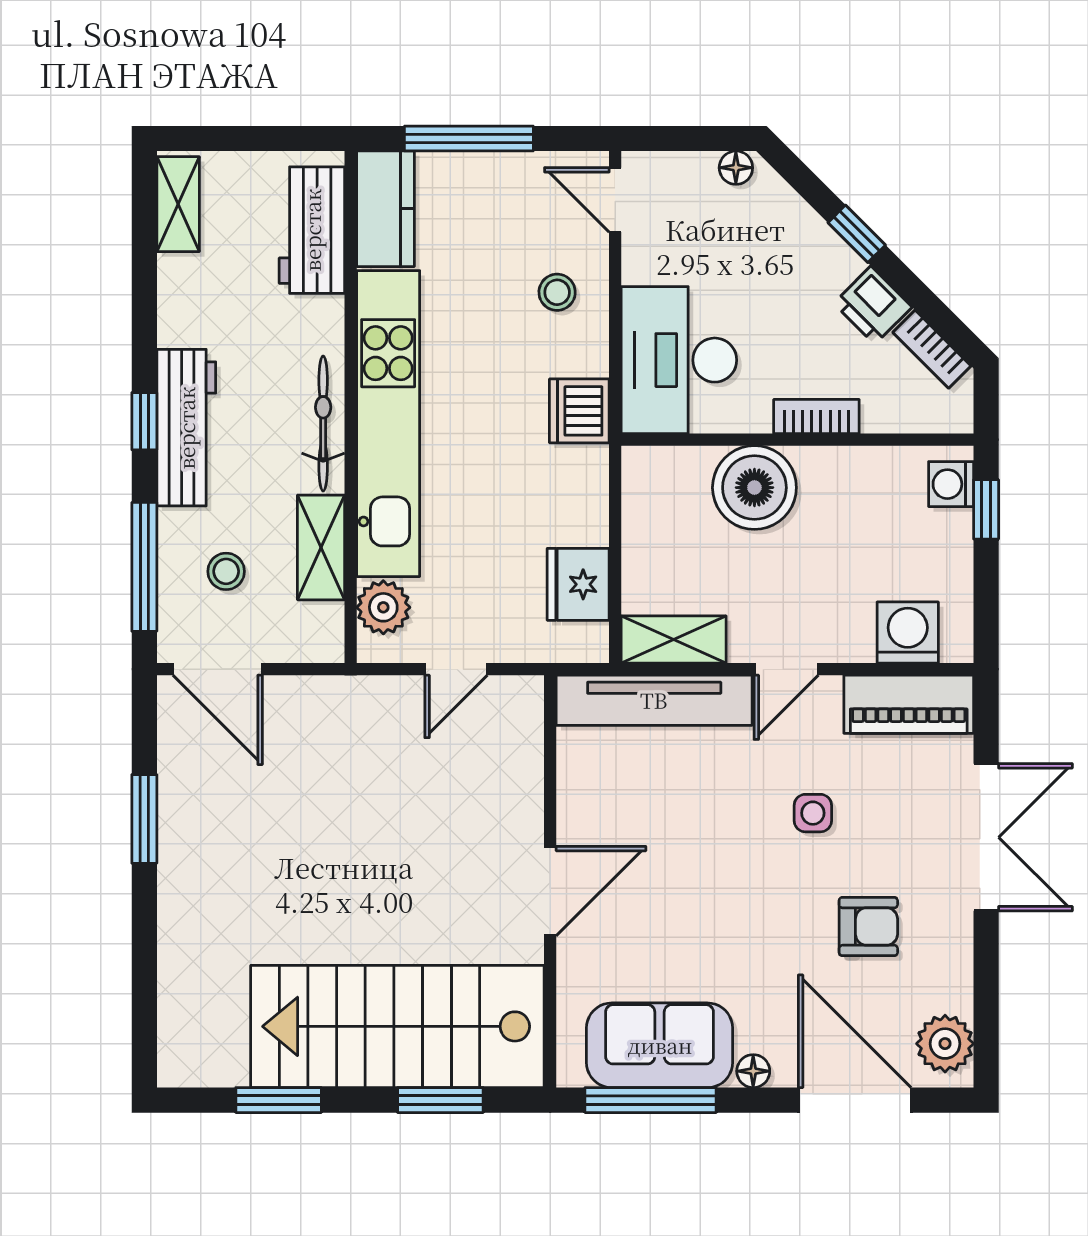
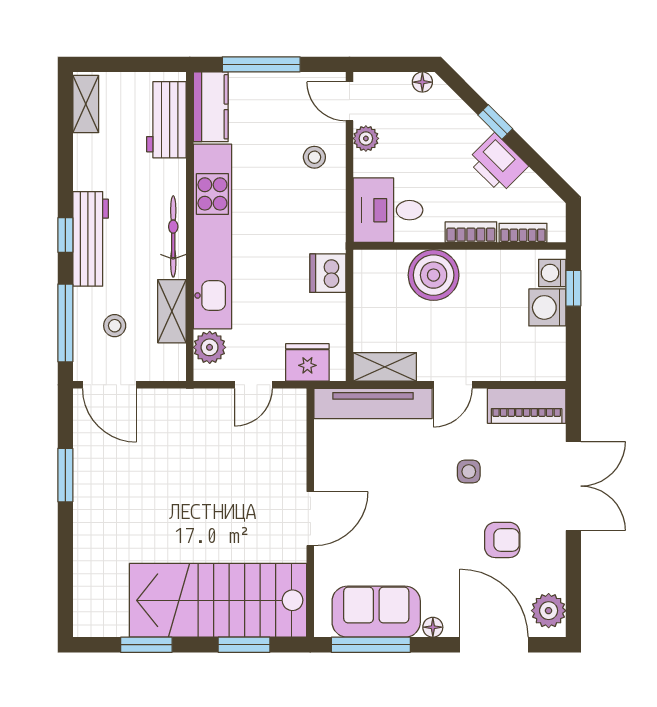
plant: (642, 261) -> (366, 138), added
printer: (873, 305) -> (498, 163), width x1.36, depth x1.24
bookcase: (932, 349) -> (523, 233), moved, turned 135
desk: (679, 360) -> (388, 210), width x0.73
dishwasher: (579, 411) -> (328, 273), moved
fridge: (578, 584) -> (307, 362), moved, turned 90
washing machine: (908, 633) -> (547, 307), moved, turned -90

